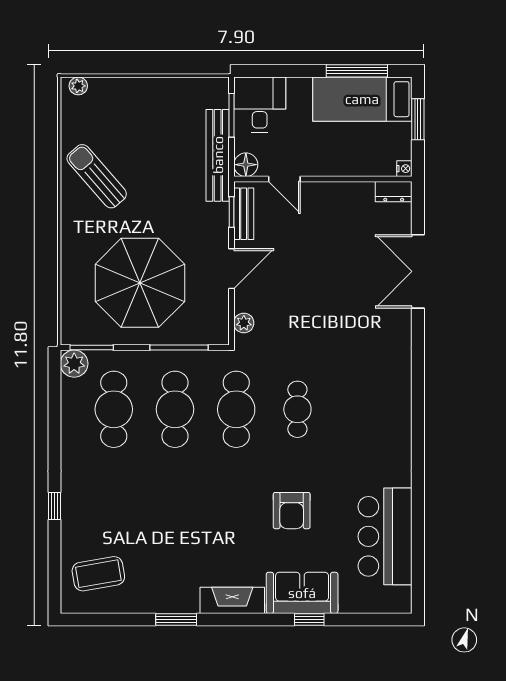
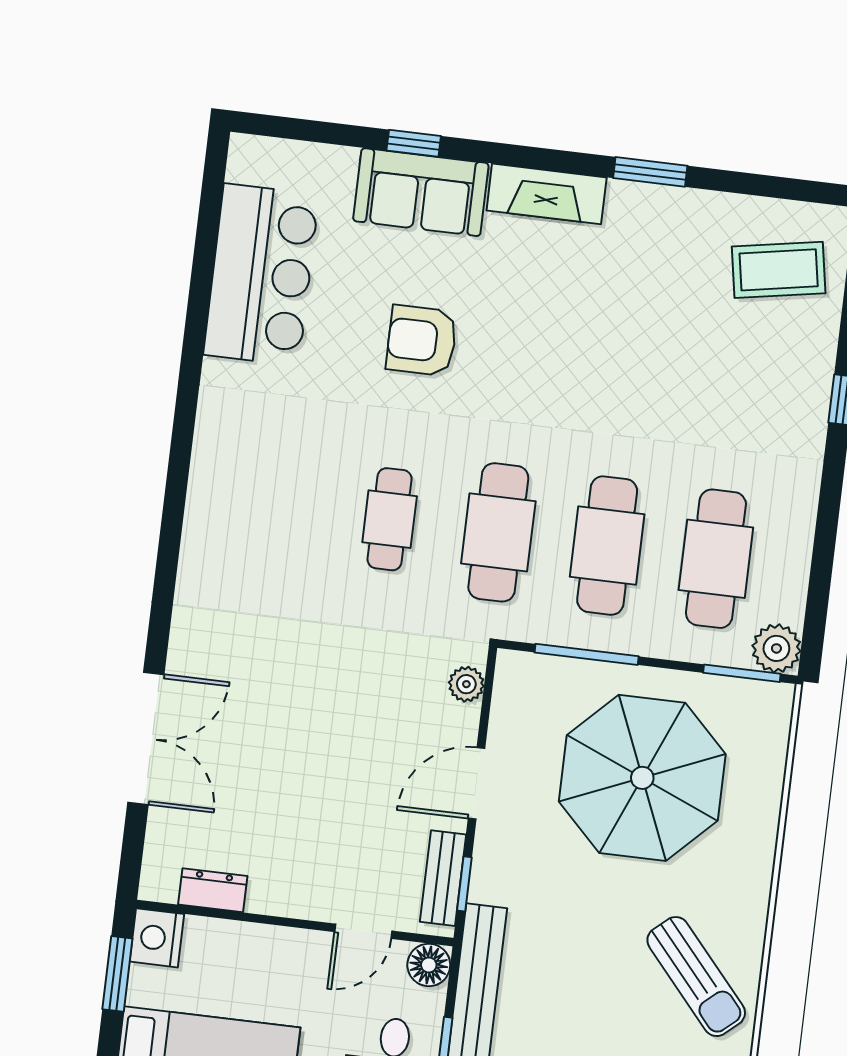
window: (418, 119) -> (117, 974), moved
nightstand: (404, 169) -> (157, 938), width x1.89, depth x1.79
door: (284, 179) -> (363, 931), swing flipped
dresser: (394, 192) -> (213, 890), moved
armchair: (292, 511) -> (422, 341), turned -90

